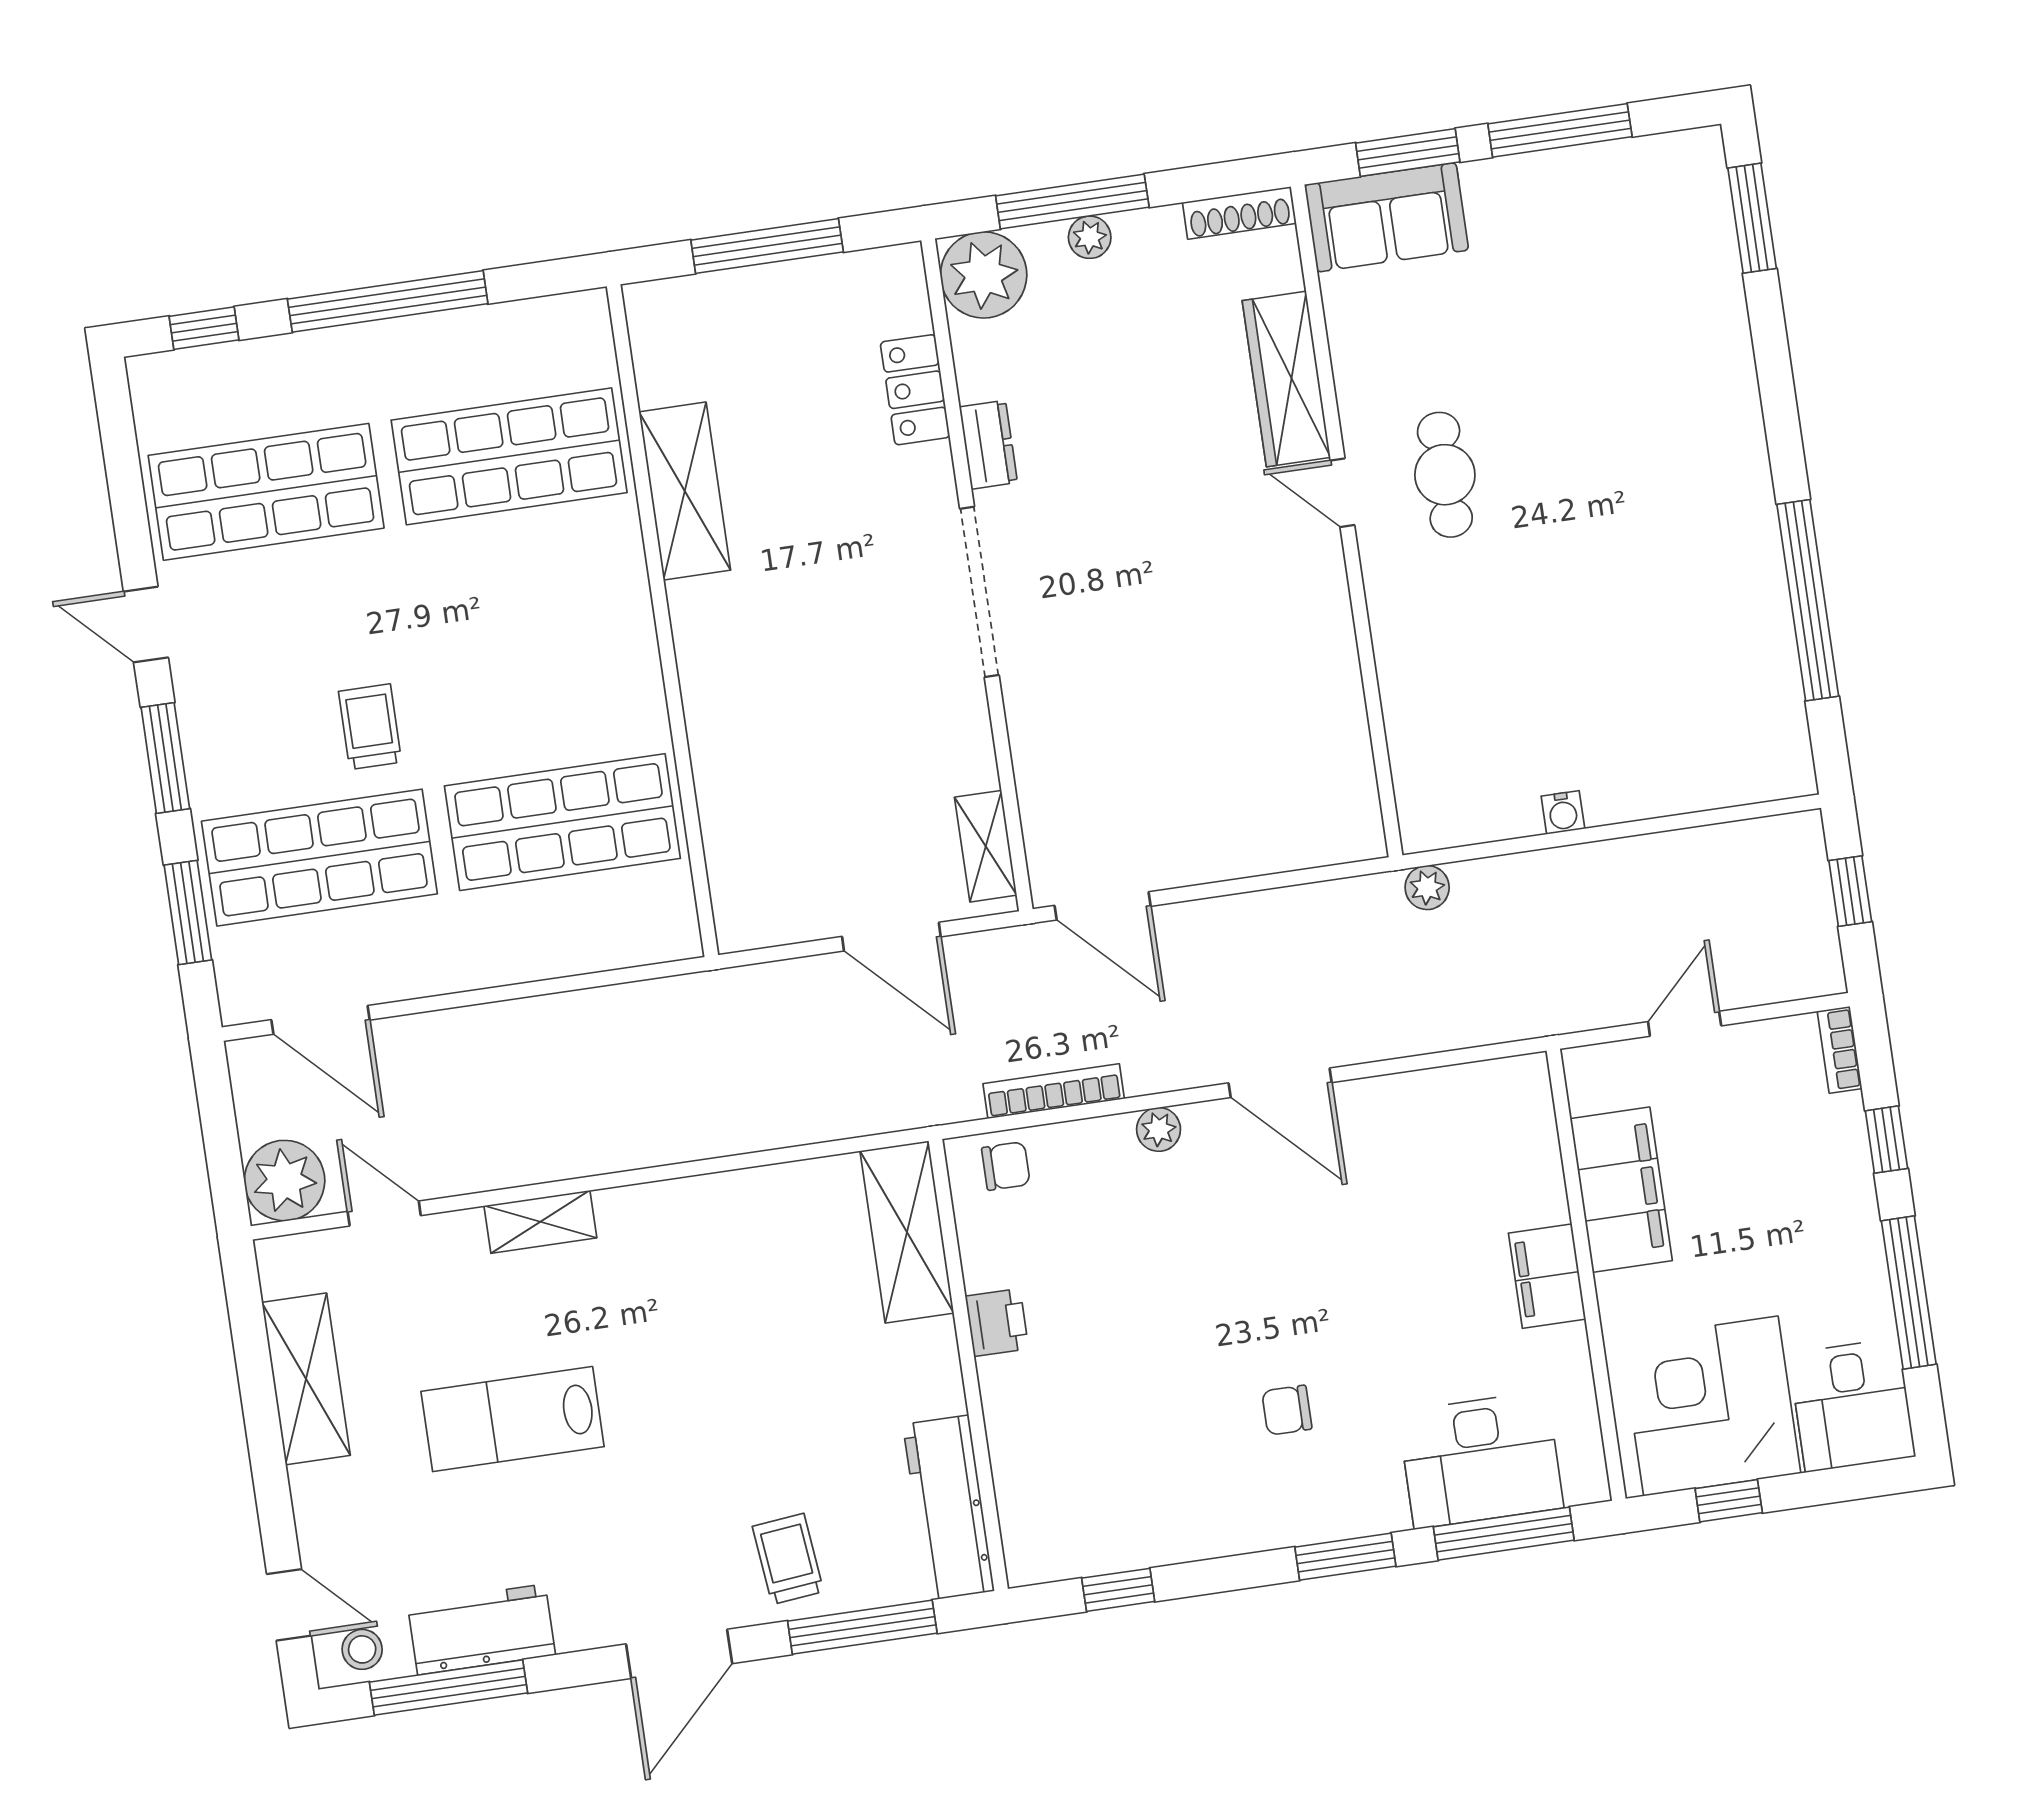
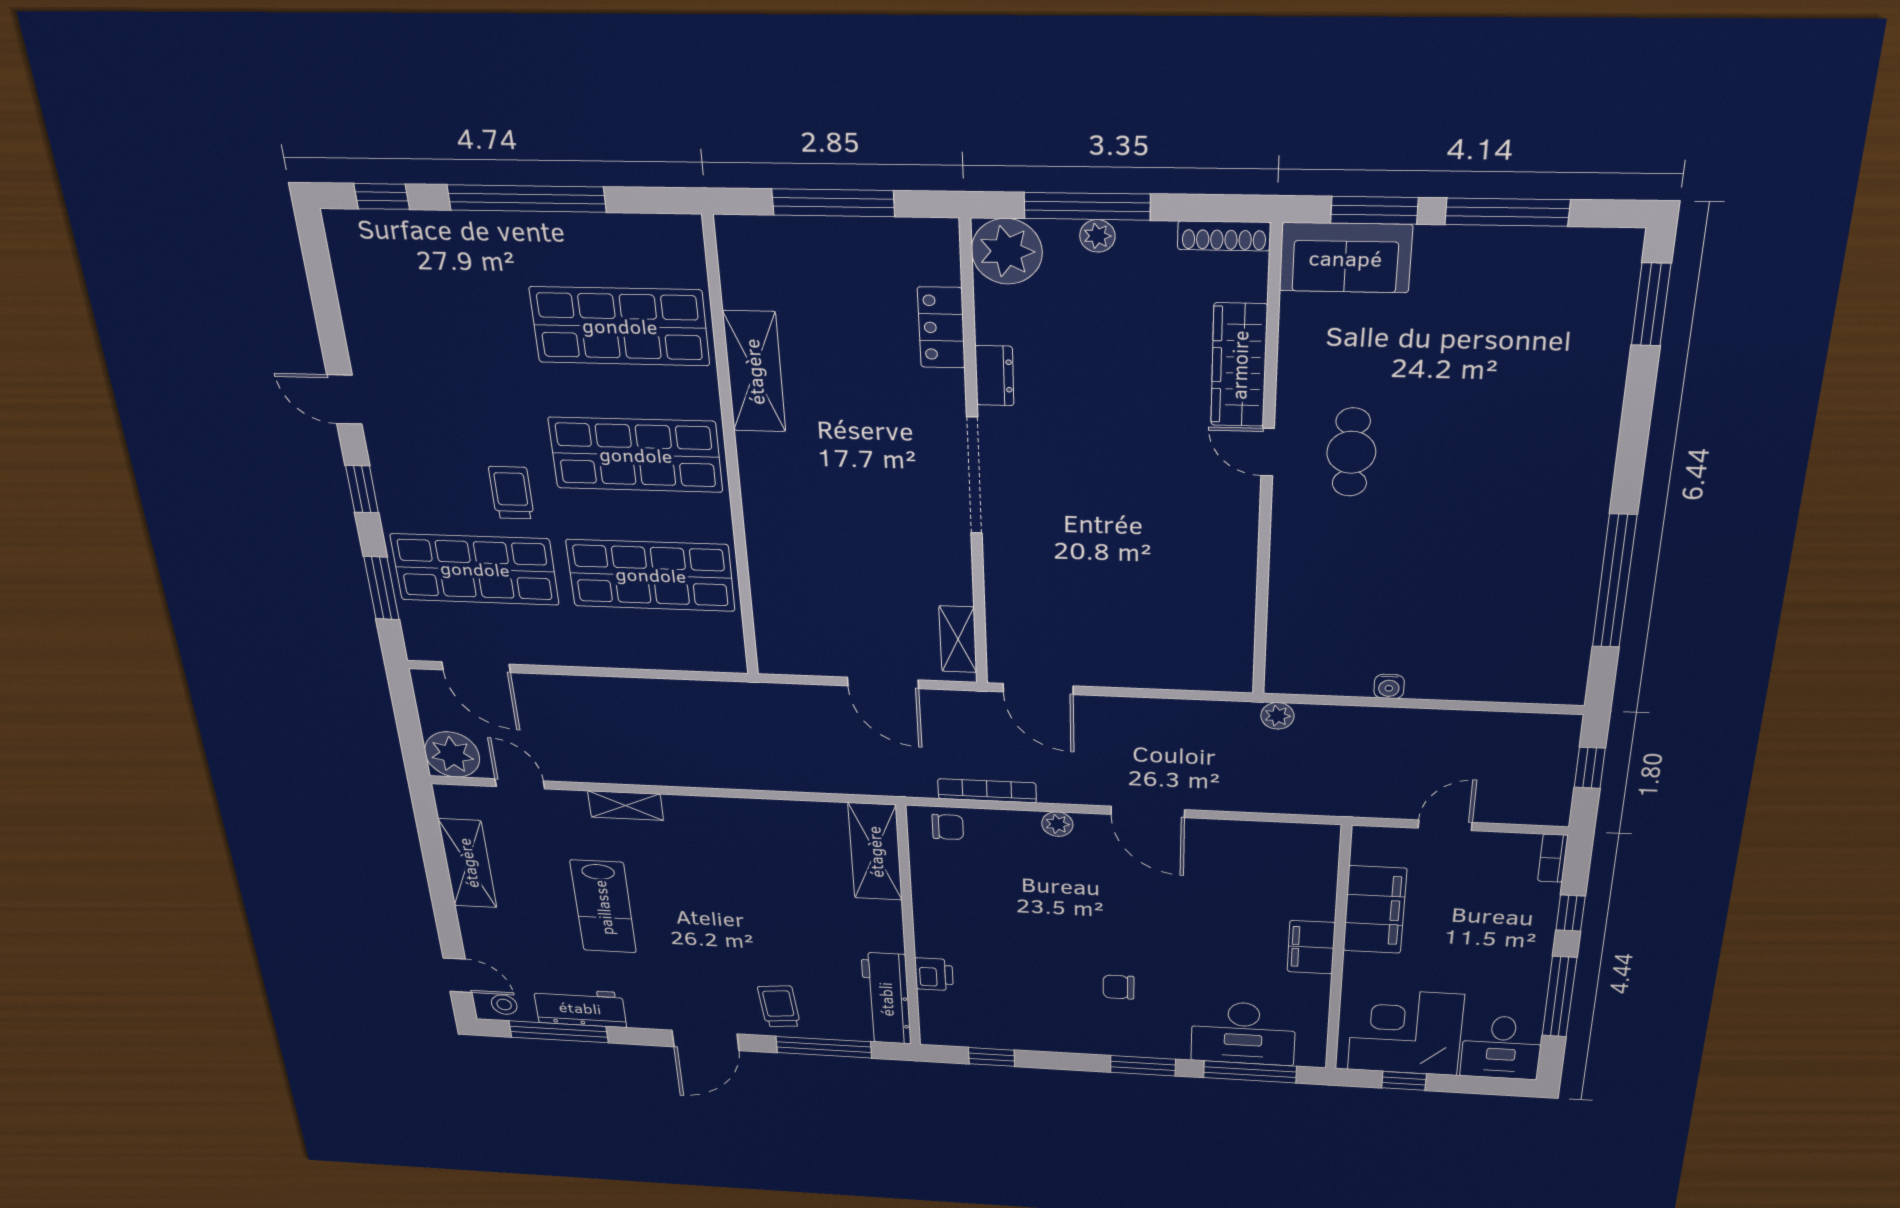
shop shelf: (266, 492) -> (636, 455), moved
window: (165, 758) -> (362, 489), width x0.67
printer: (997, 1322) -> (934, 974), moved
lab bench: (513, 1419) -> (603, 907), turned -90

